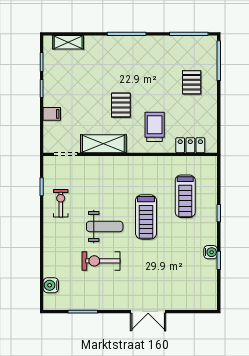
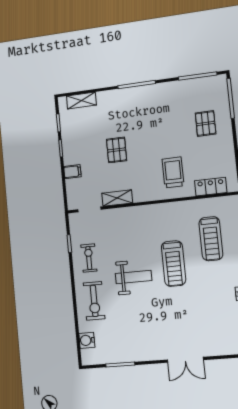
pallet: (121, 105) -> (117, 150), moved
shelving: (103, 144) -> (117, 198), width x0.67, depth x0.75
exercise bike: (101, 261) -> (94, 301), moved, turned -90

